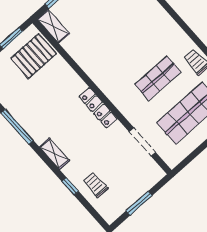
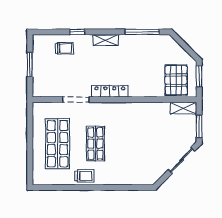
doorway: (142, 142) -> (76, 100), moved

